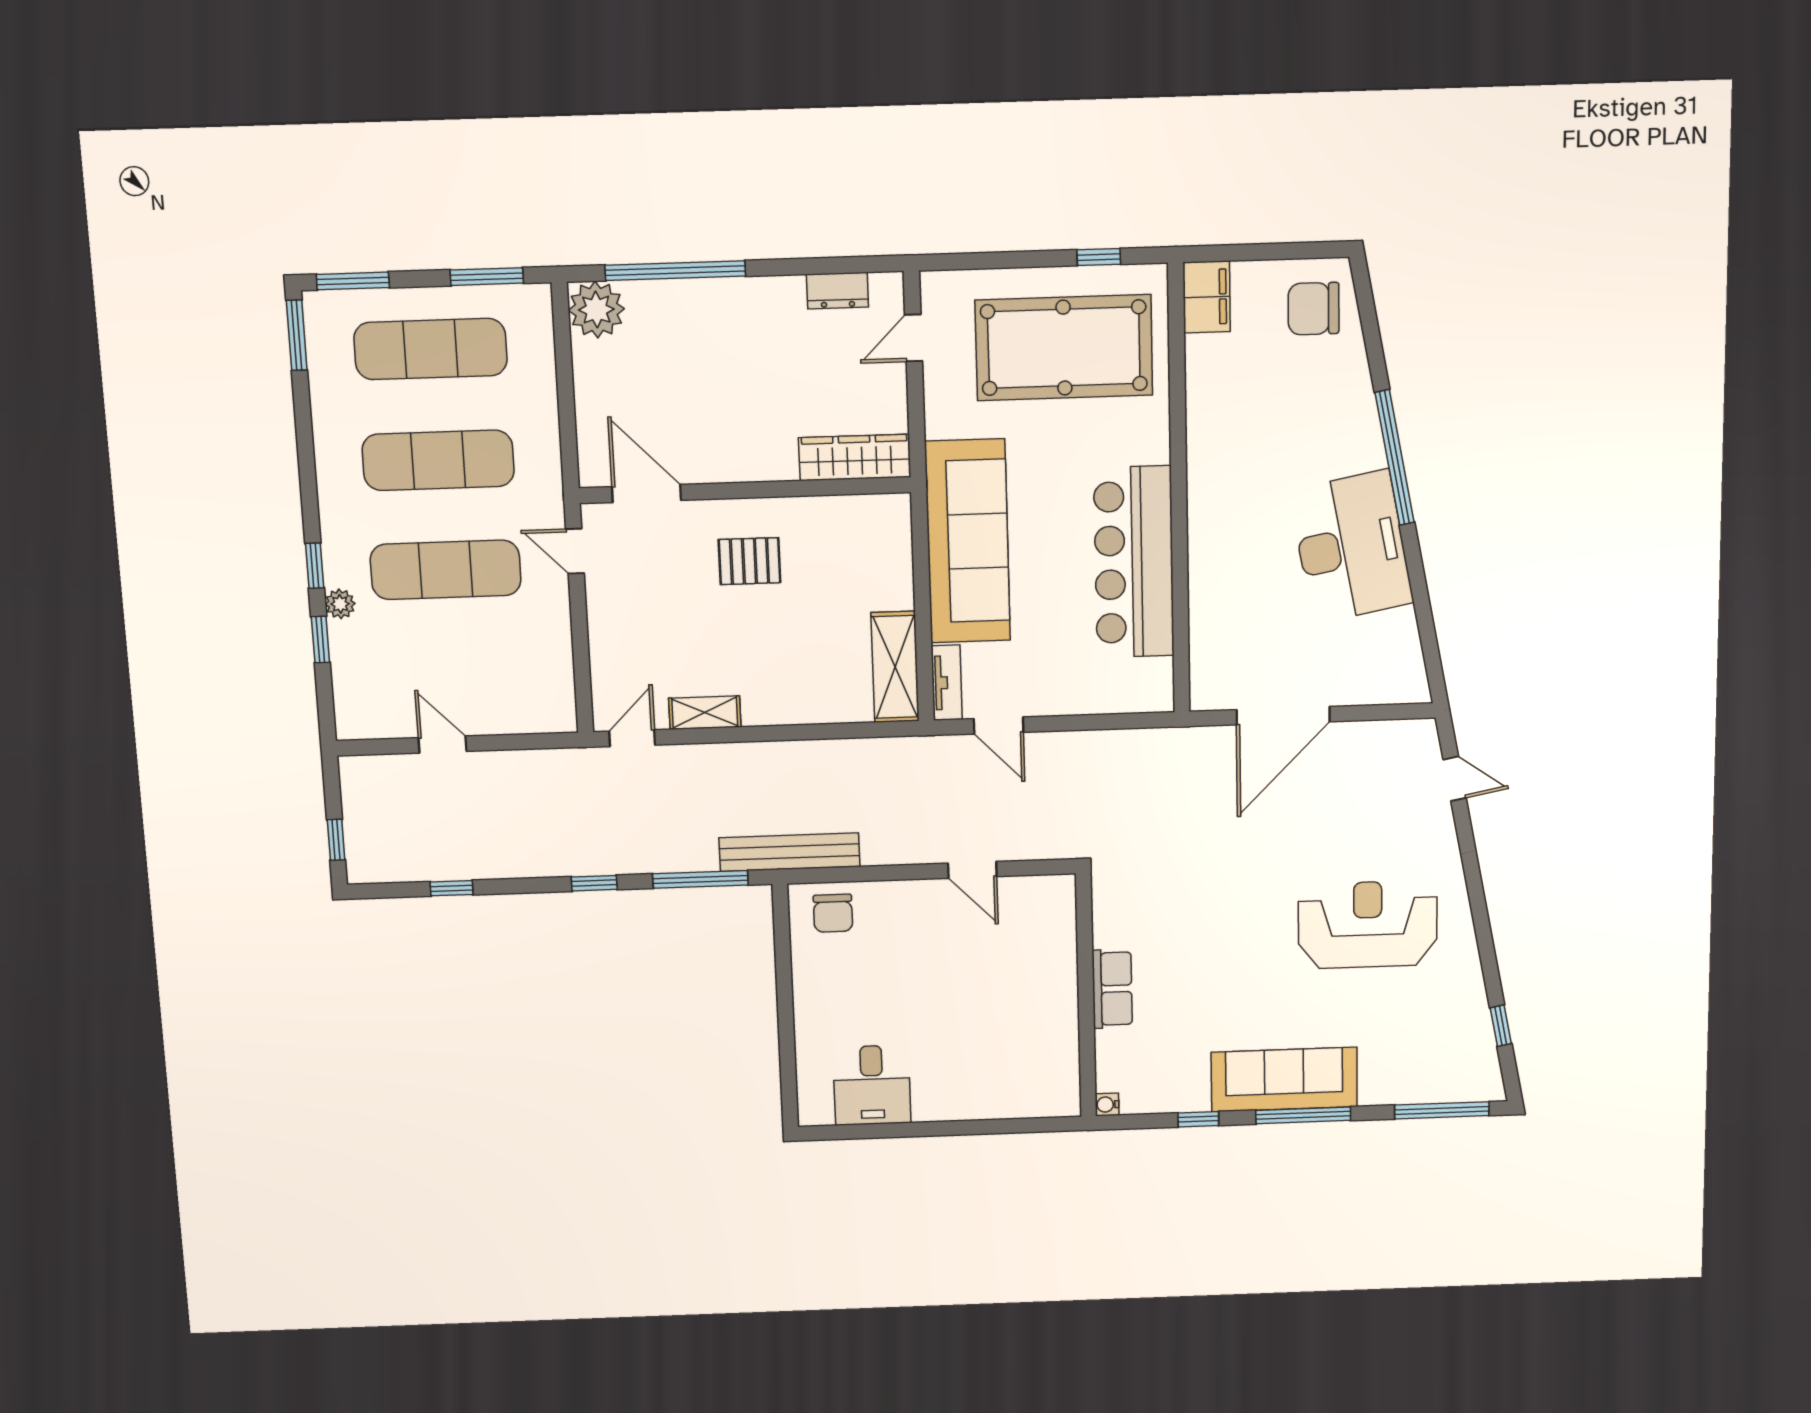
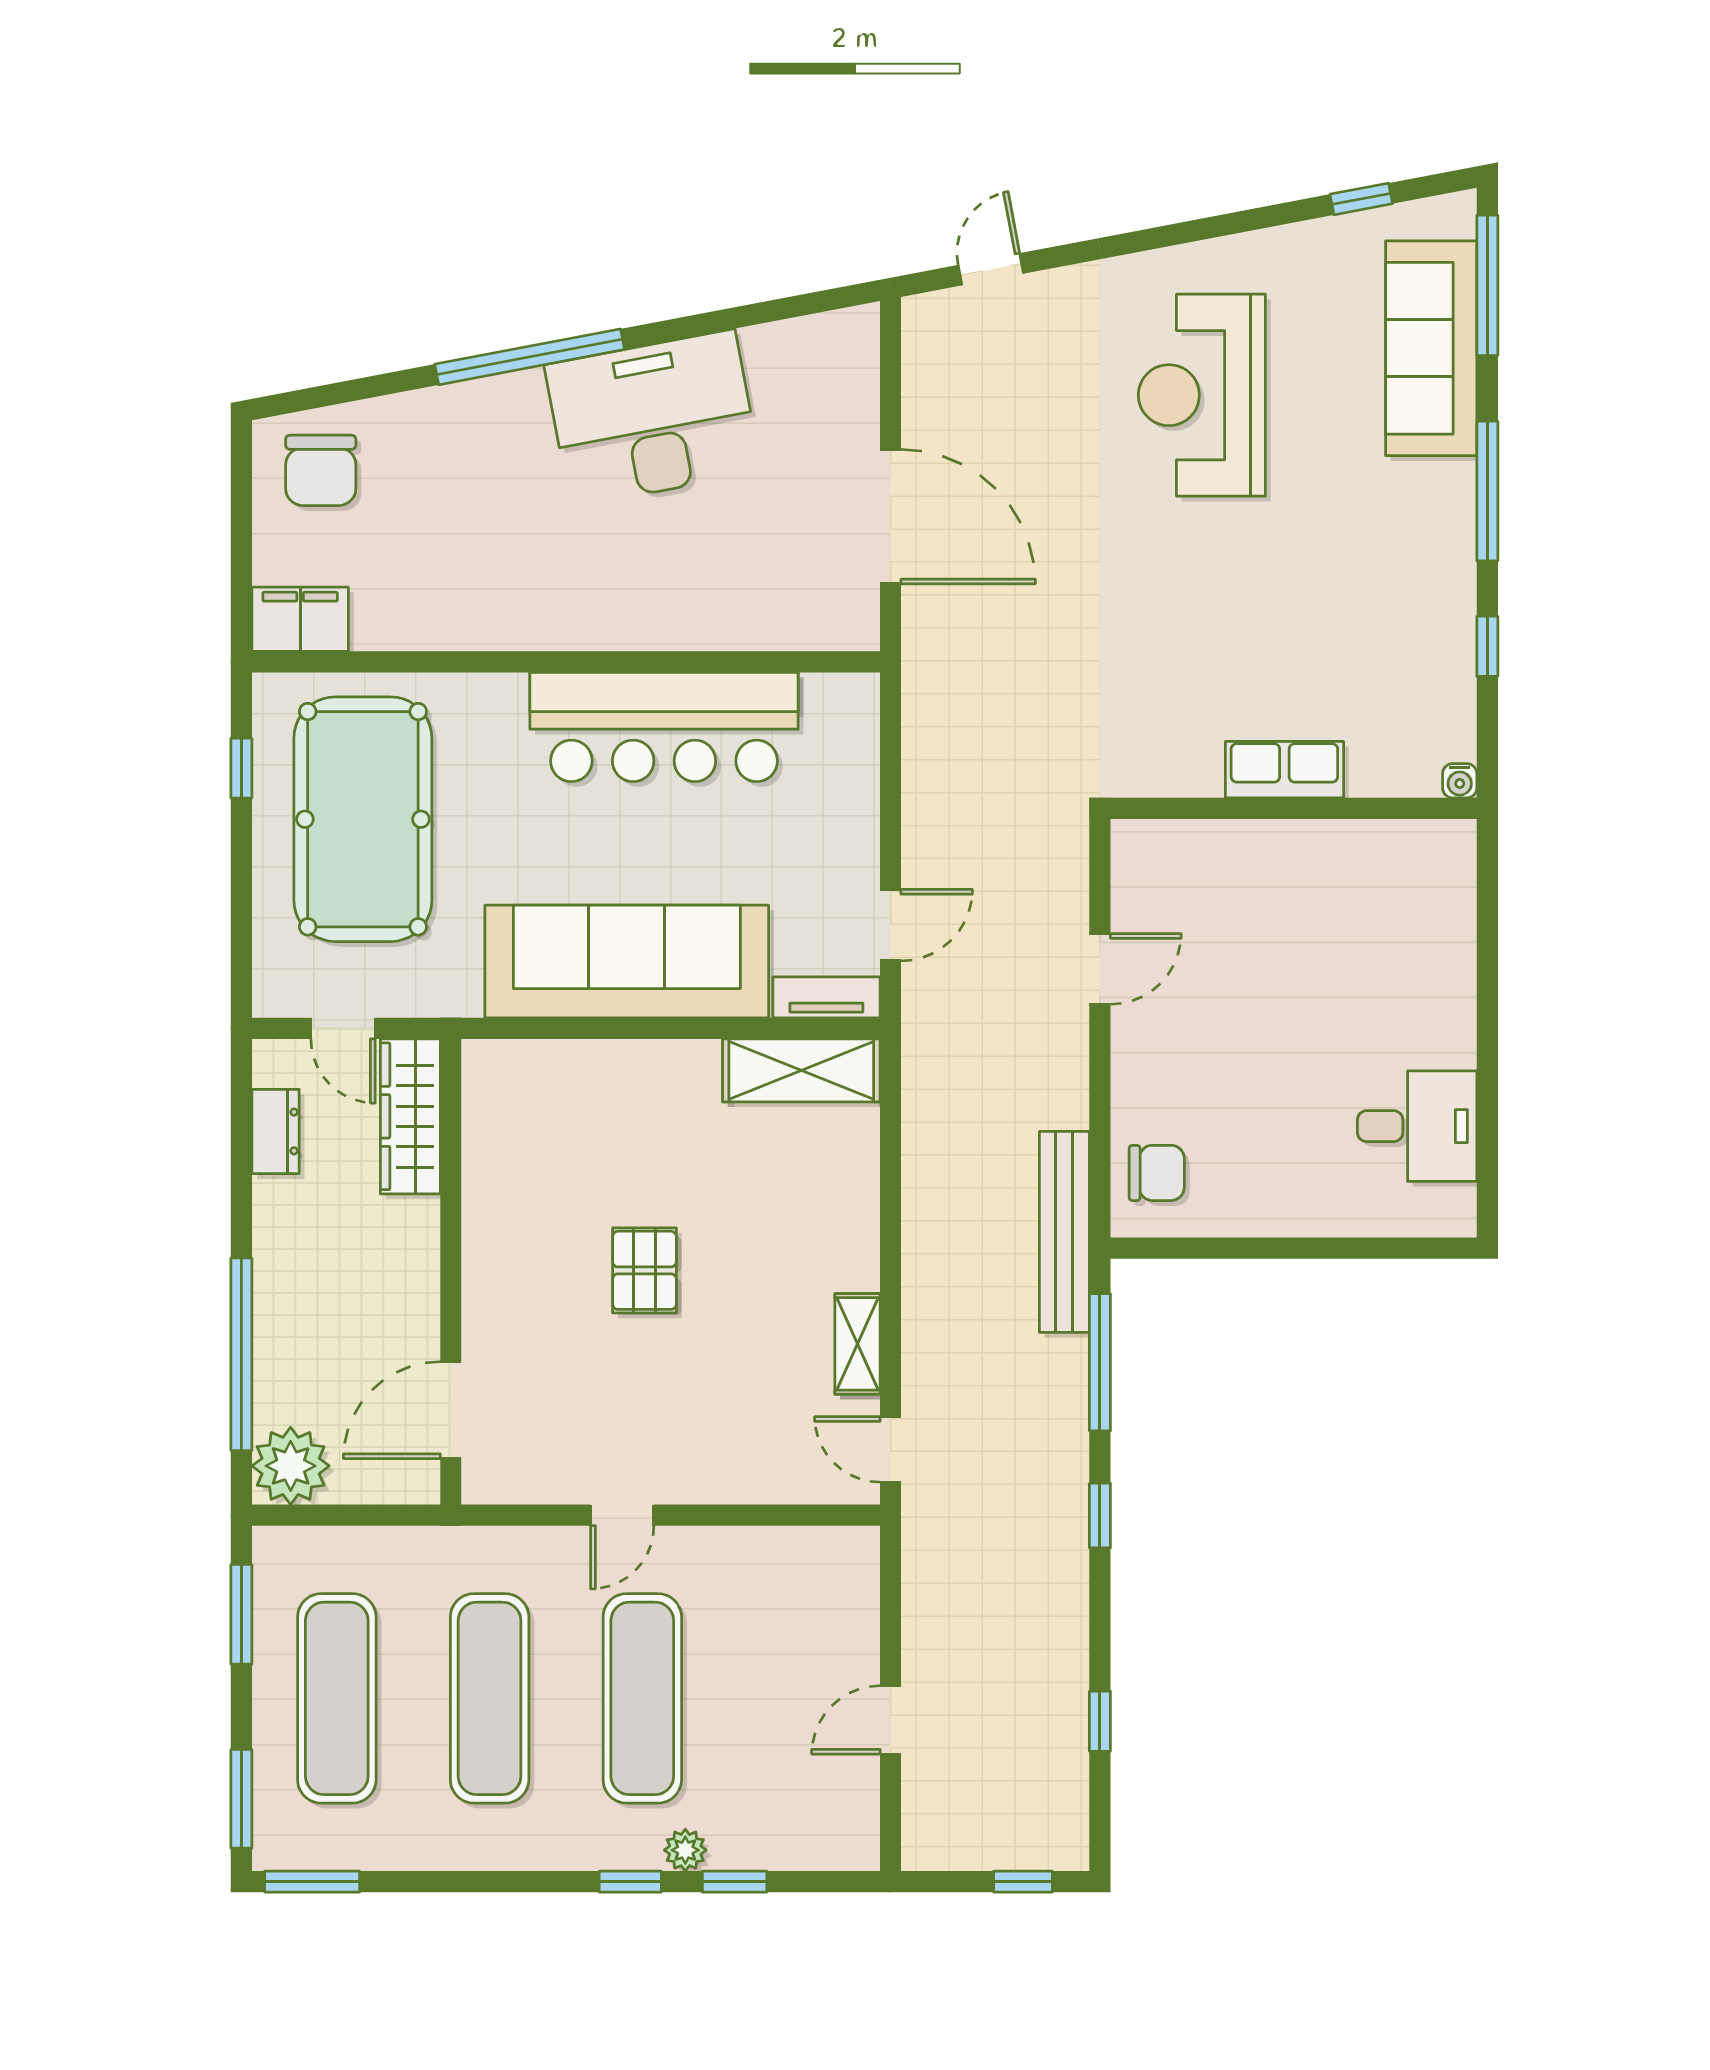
wardrobe: (855, 457) -> (410, 1116), moved
wall: (745, 490) -> (451, 1272), moved
door: (647, 493) -> (451, 1410), moved
sofa: (1284, 1079) -> (1431, 348), moved

